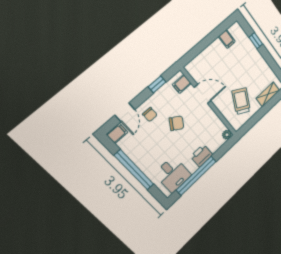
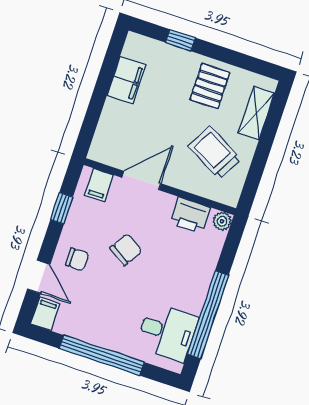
filing cabinet: (227, 39) -> (127, 80), width x2.00
pallet: (256, 70) -> (210, 86), added
printer: (201, 156) -> (190, 215), moved, turned -90

